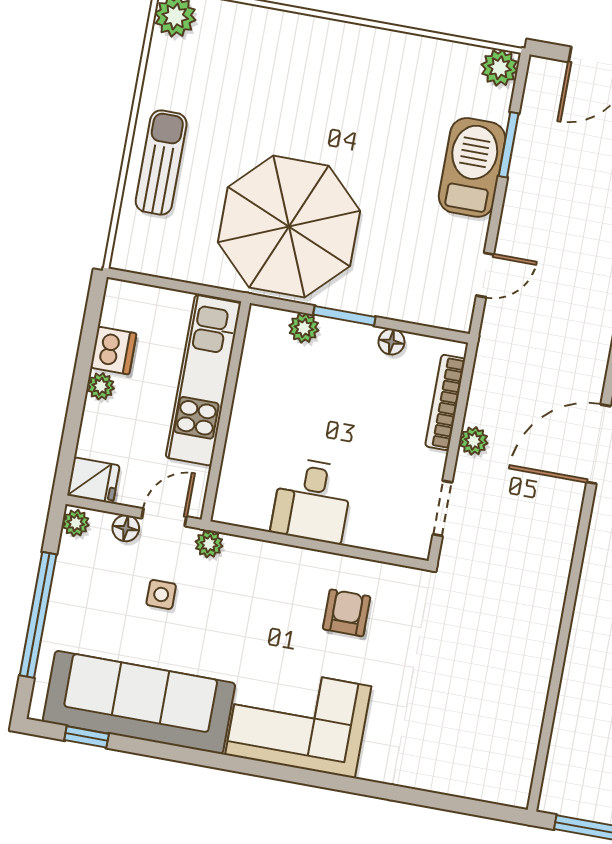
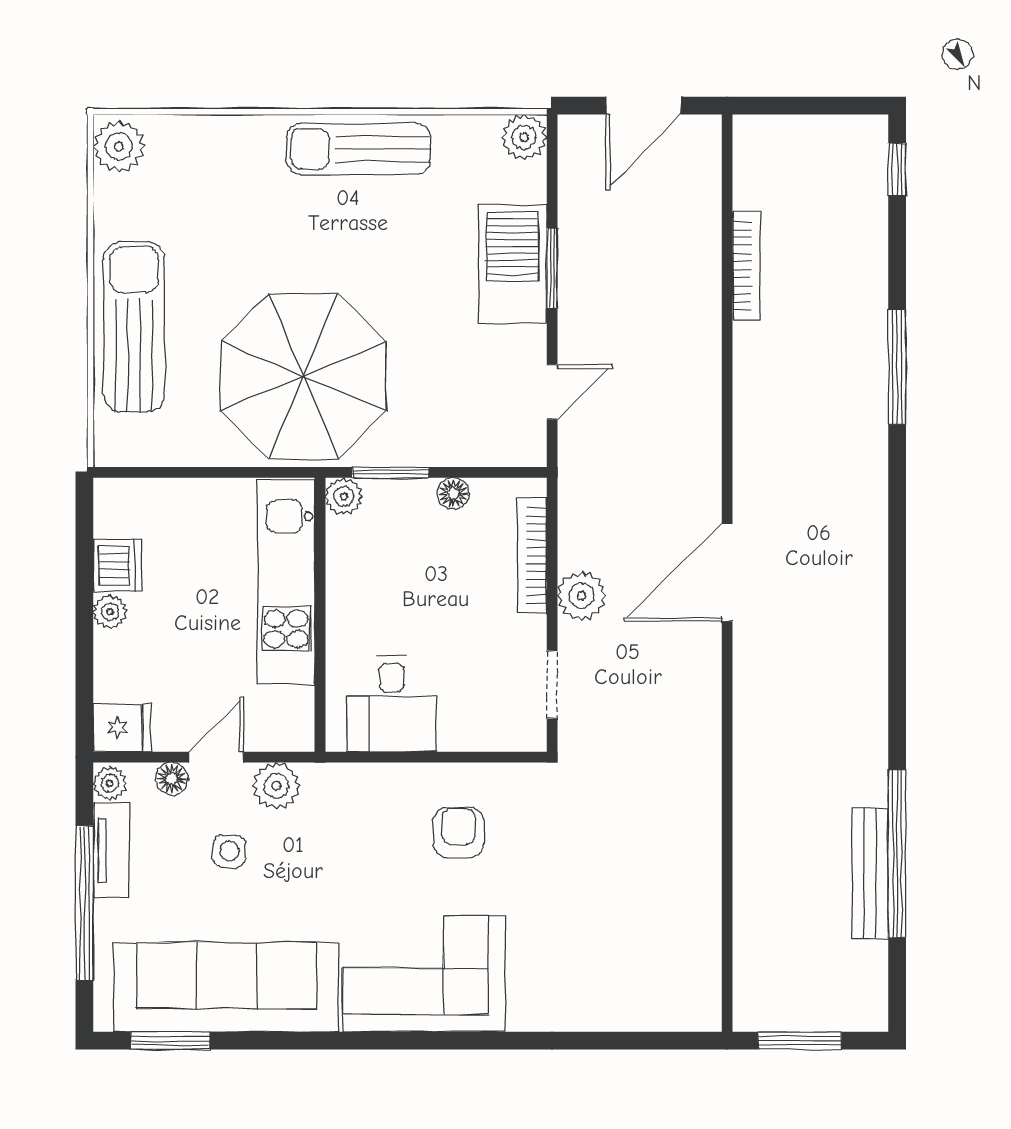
sun lounger: (366, 53) -> (358, 149), added
window: (509, 145) -> (552, 268), moved
sun lounger: (161, 163) -> (134, 327), width x1.36, depth x1.34
kitchen unit: (203, 380) -> (286, 582), moved
wall: (226, 411) -> (320, 615), moved
plant: (474, 441) -> (581, 596), width x1.38, depth x1.38
plant: (209, 544) -> (276, 786), width x1.38, depth x1.38
tv unit: (67, 577) -> (111, 851), added
window: (87, 737) -> (170, 1041), width x1.50

